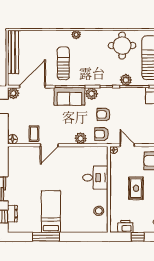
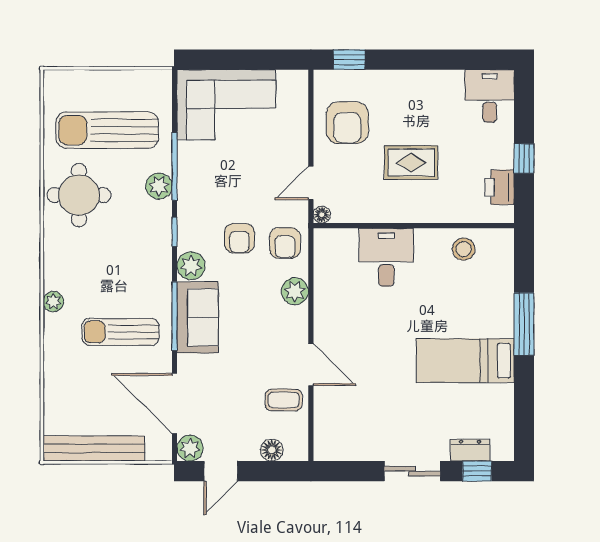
floor lamp: (12, 139) -> (272, 450), moved
window: (46, 237) -> (524, 324), moved

